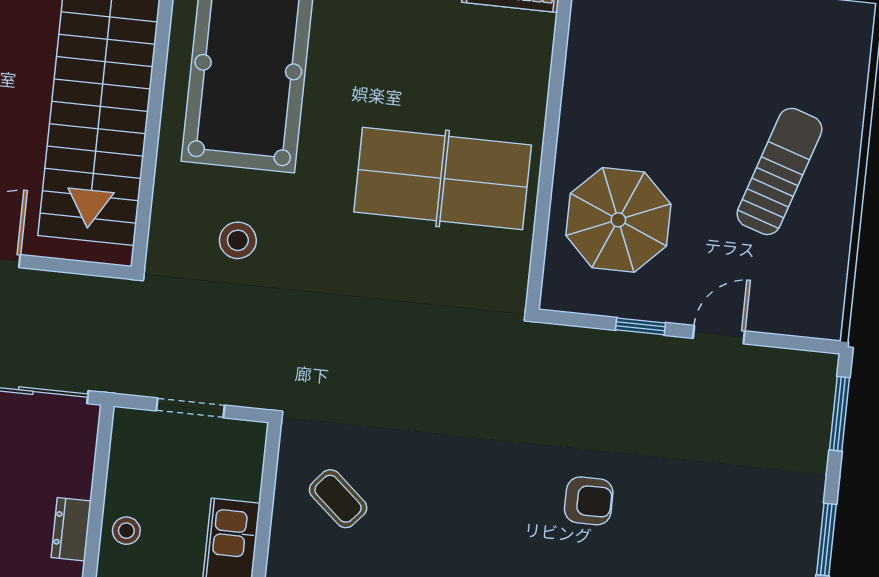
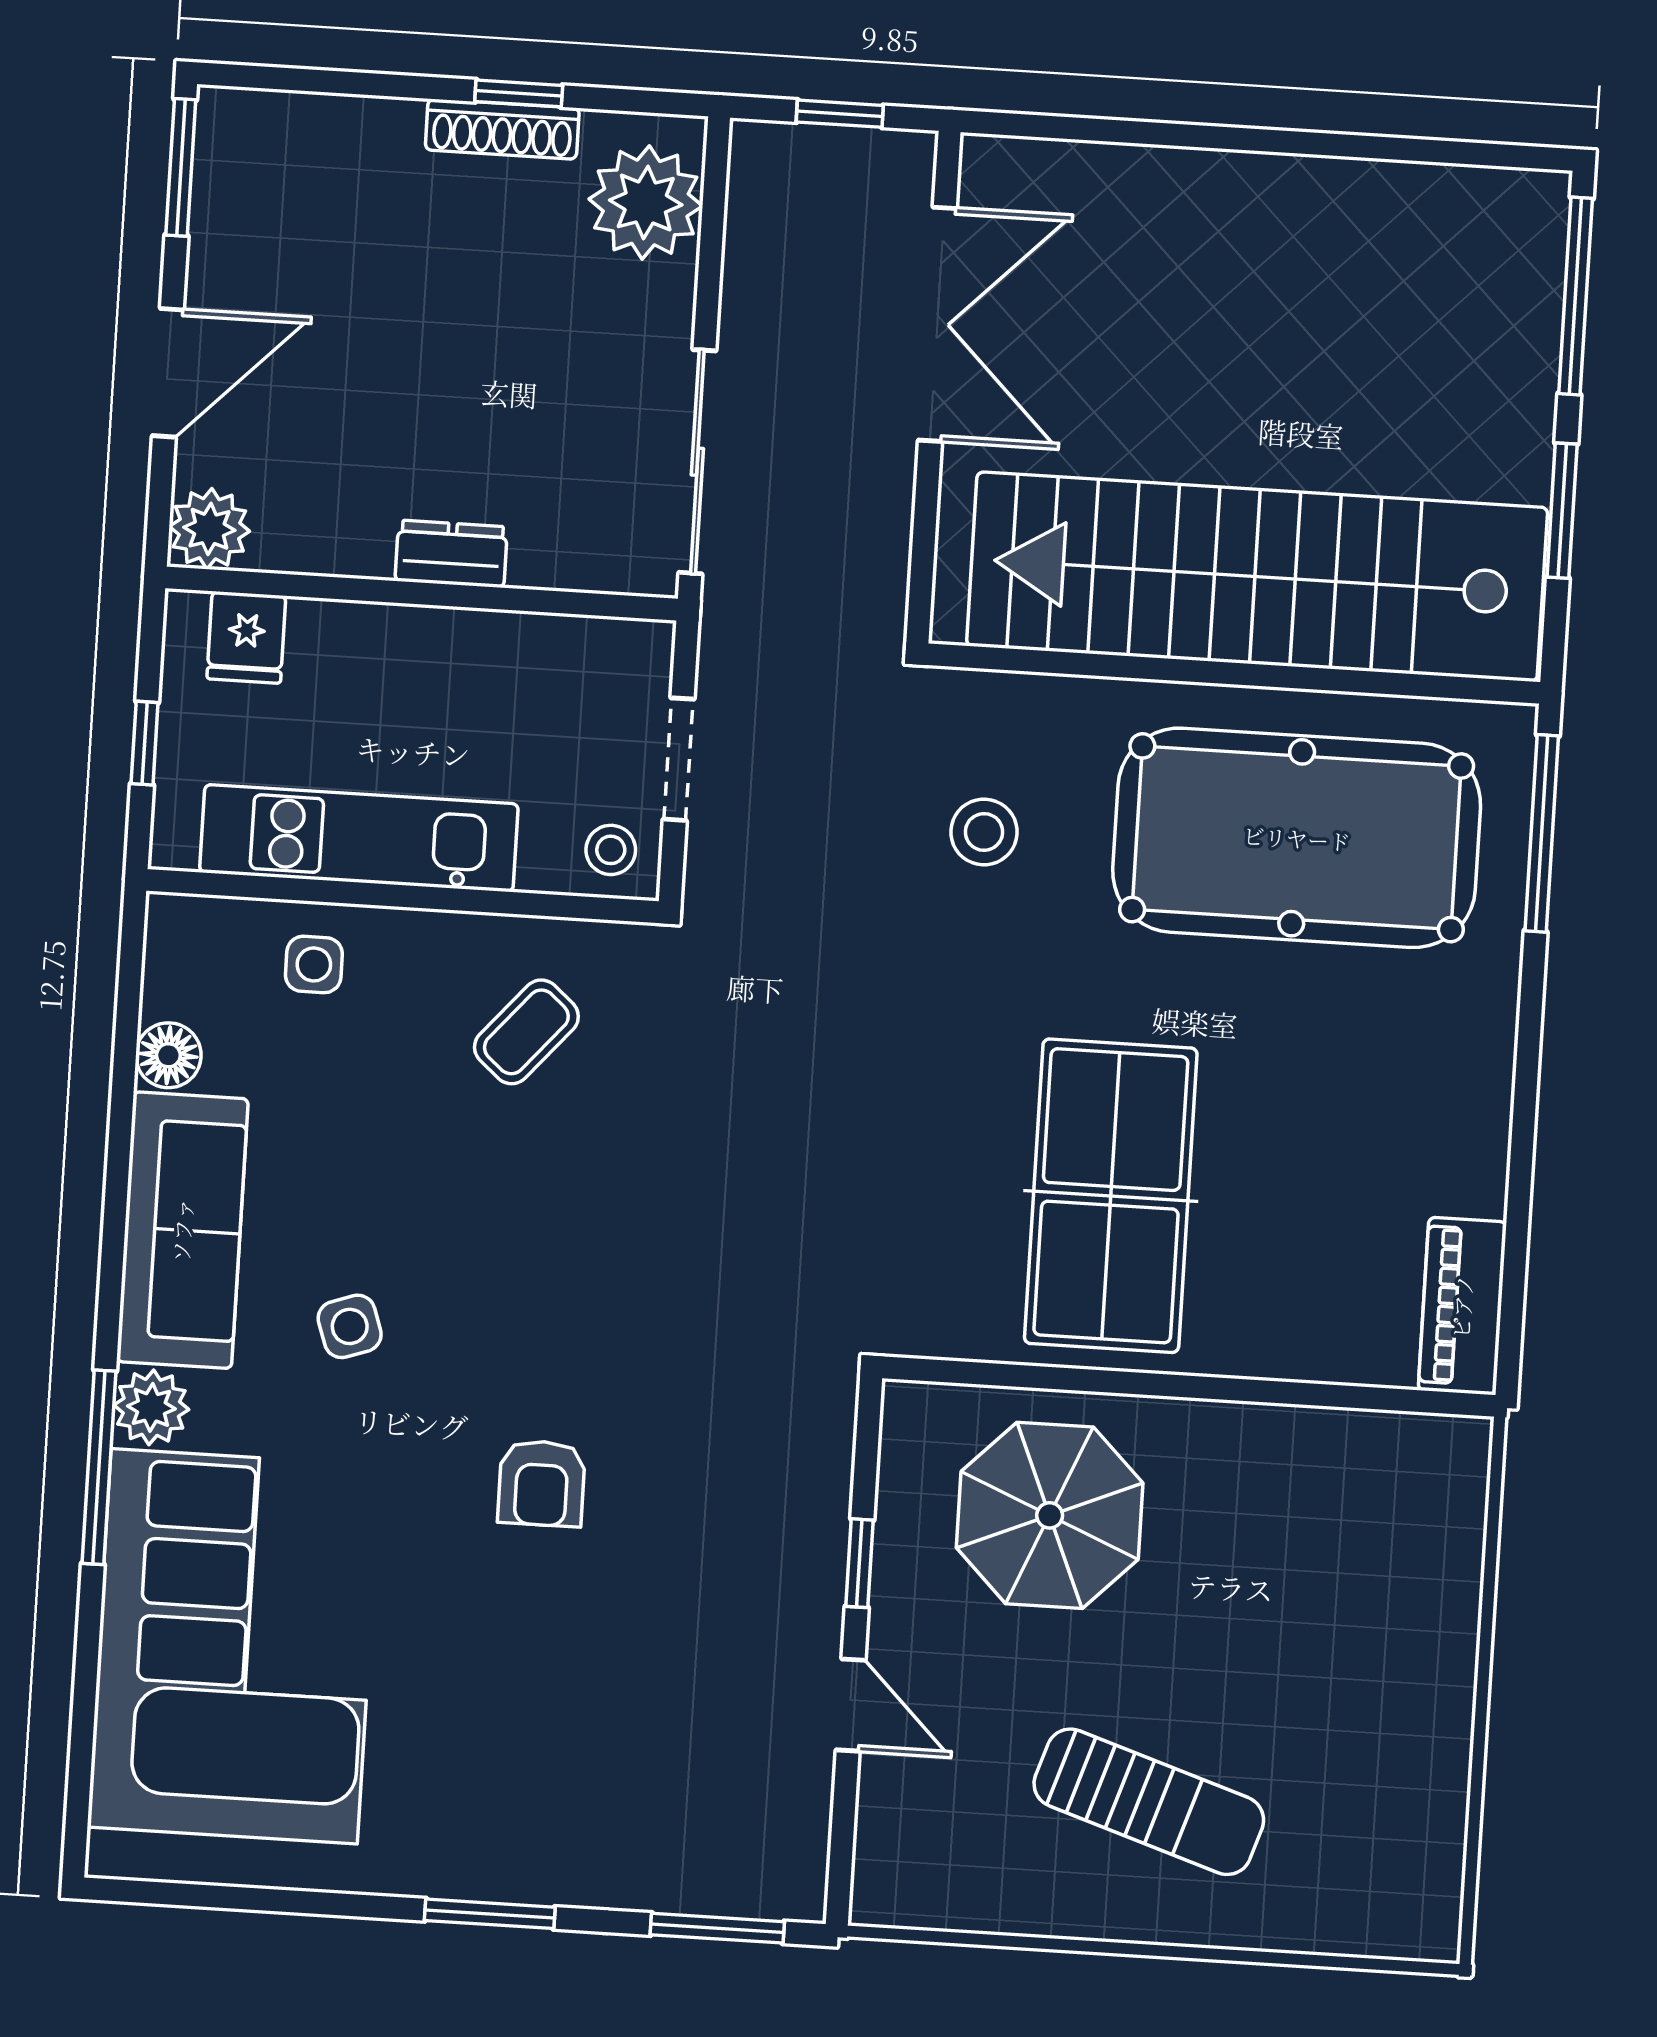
stool: (126, 531) -> (611, 850), moved

